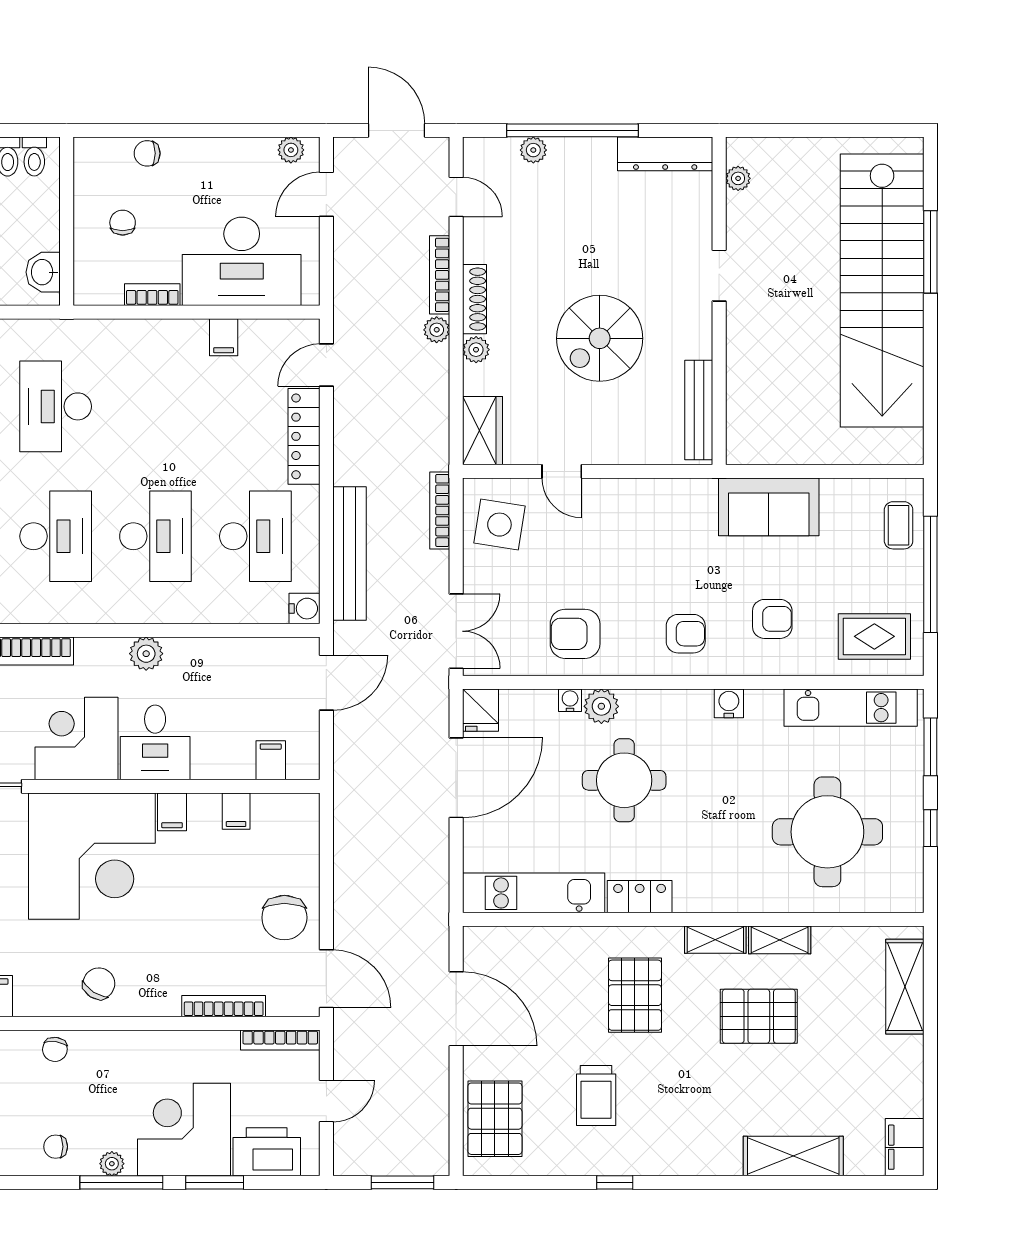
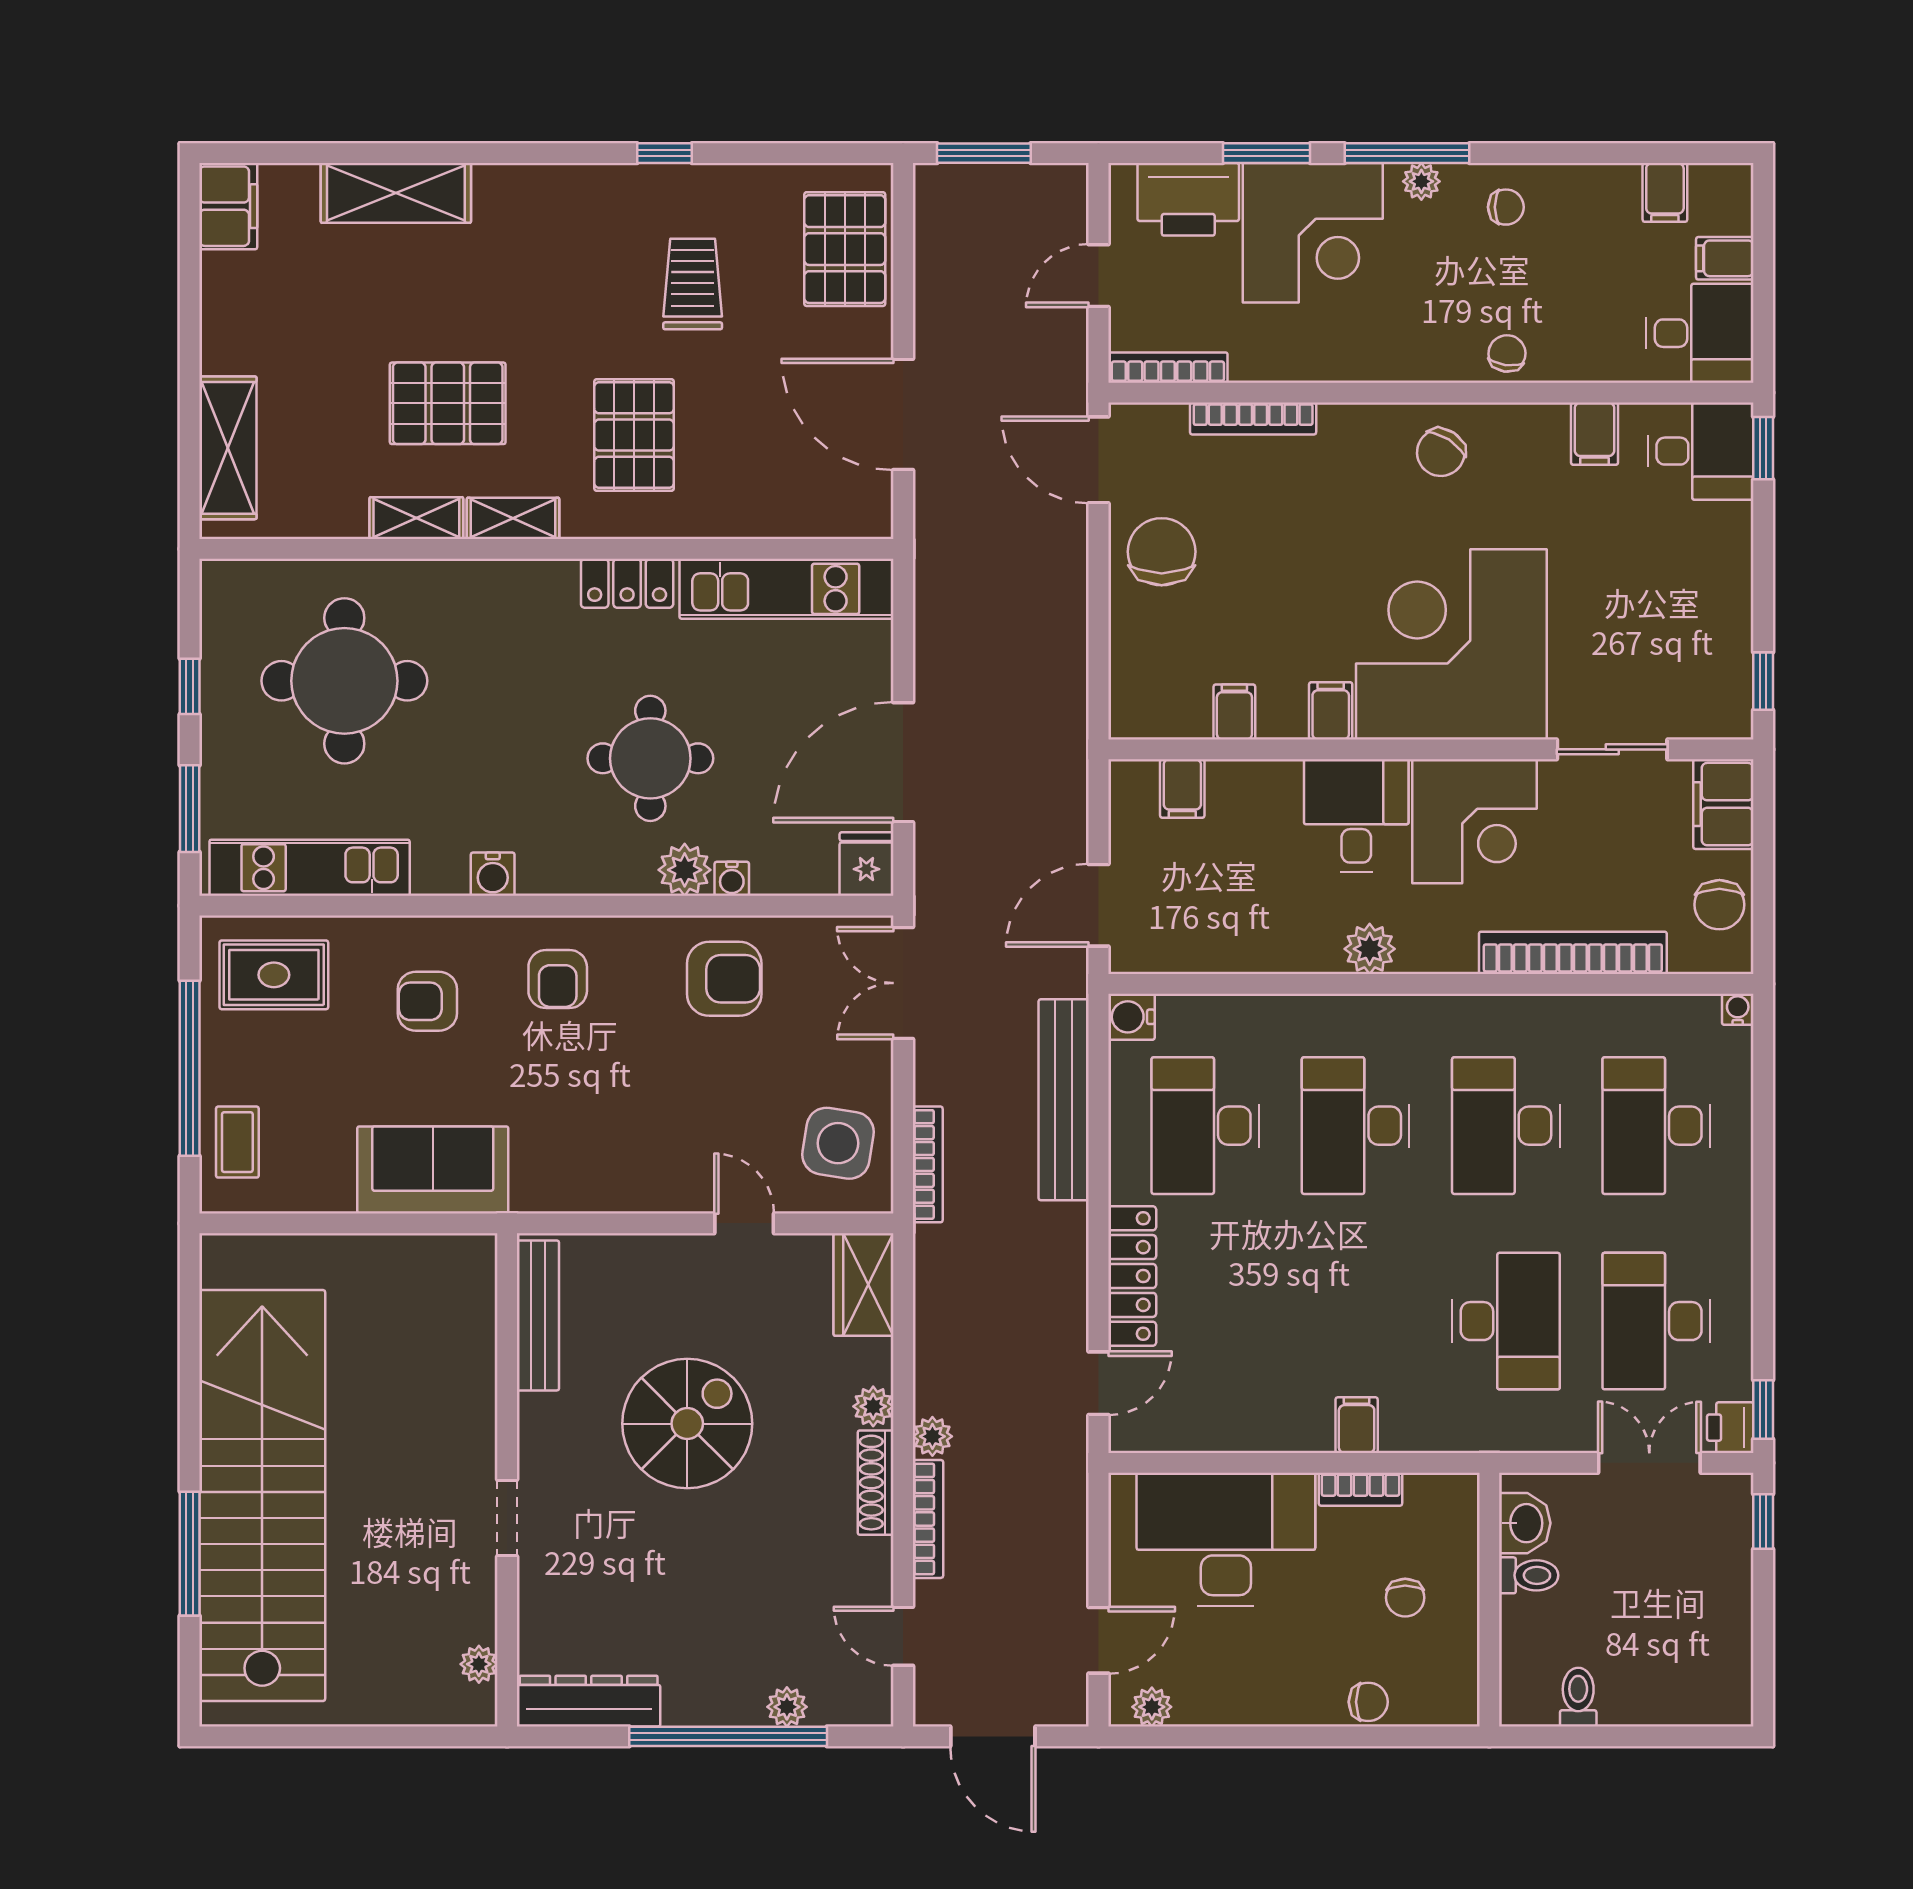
toilet: (34, 156) -> (1529, 1575), moved, turned 90
filing cabinet: (224, 337) -> (1357, 1425), moved
armchair: (686, 634) -> (558, 979), turned -90

